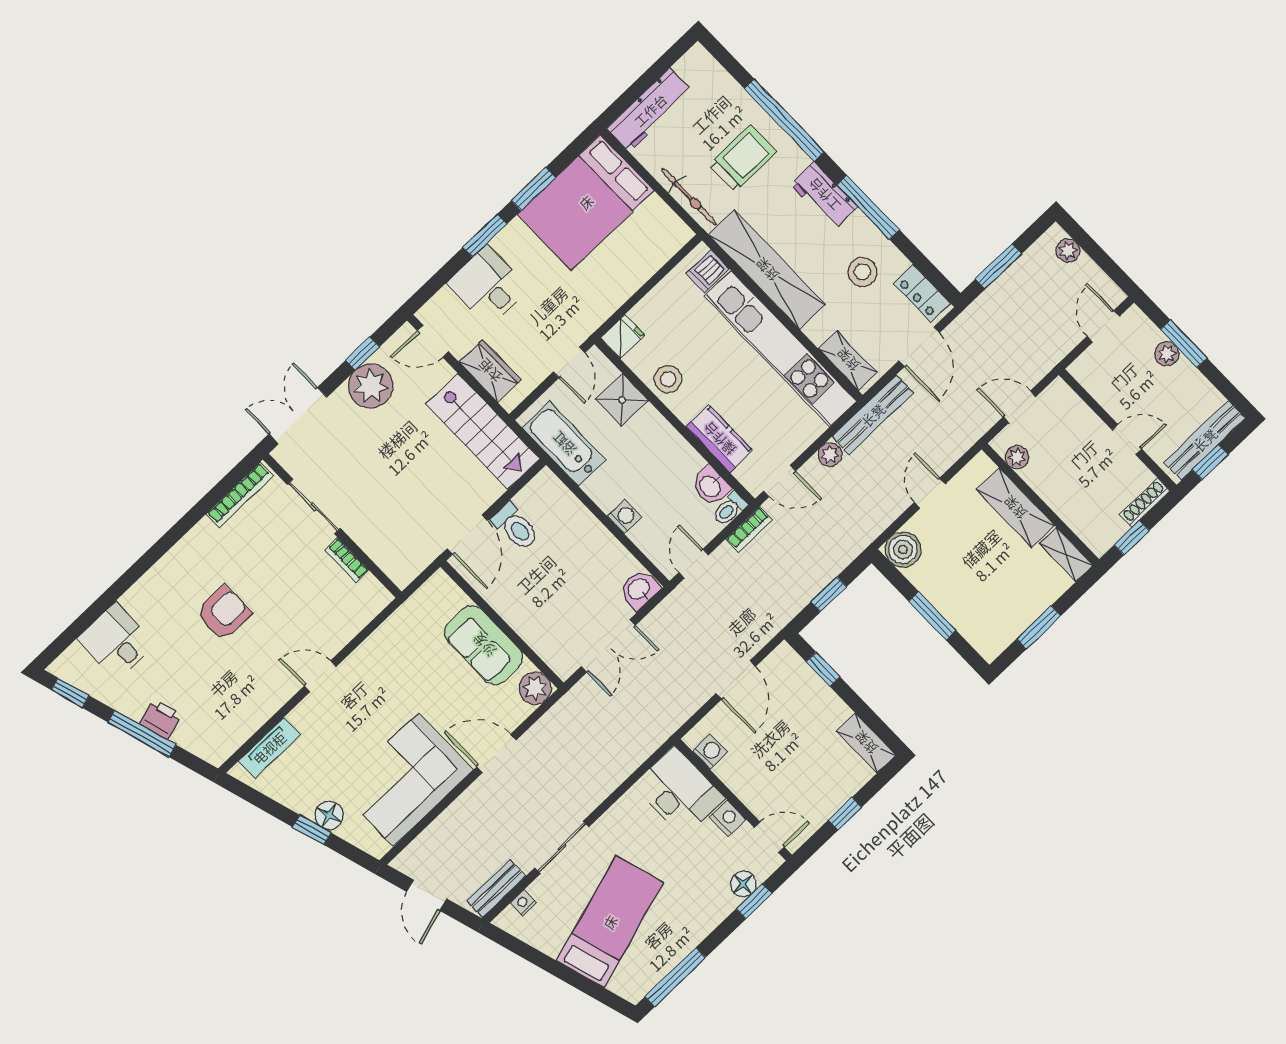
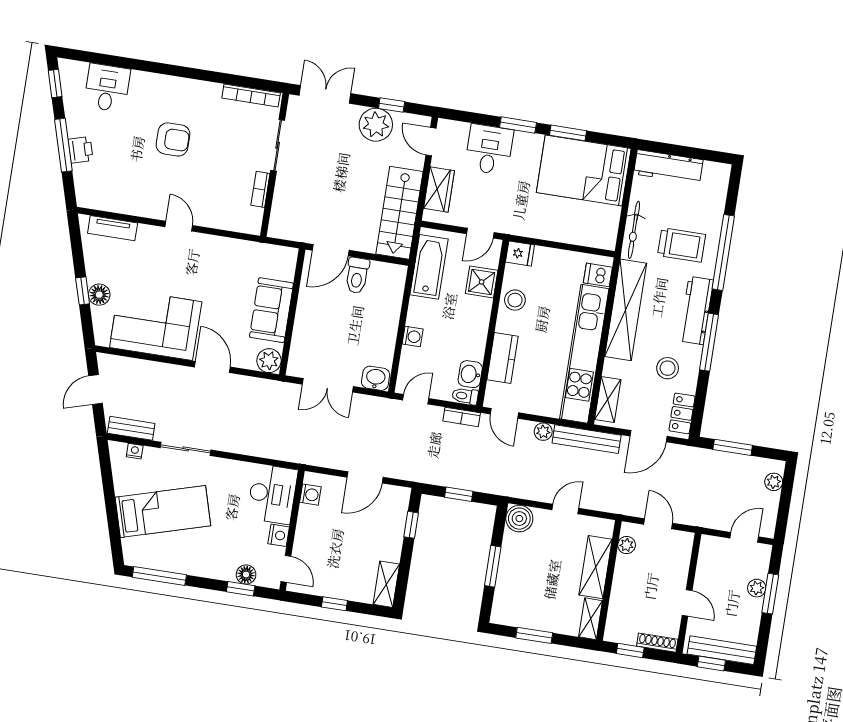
workbench: (824, 195) -> (696, 310), width x1.37

